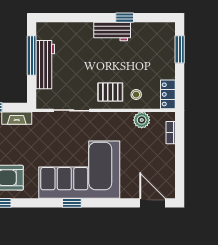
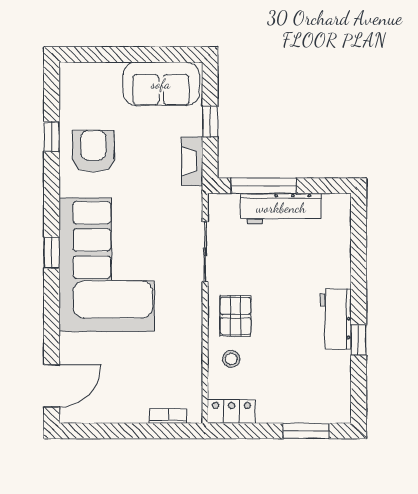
window: (32, 55) -> (264, 186), moved
plant: (142, 120) -> (189, 368), removed

